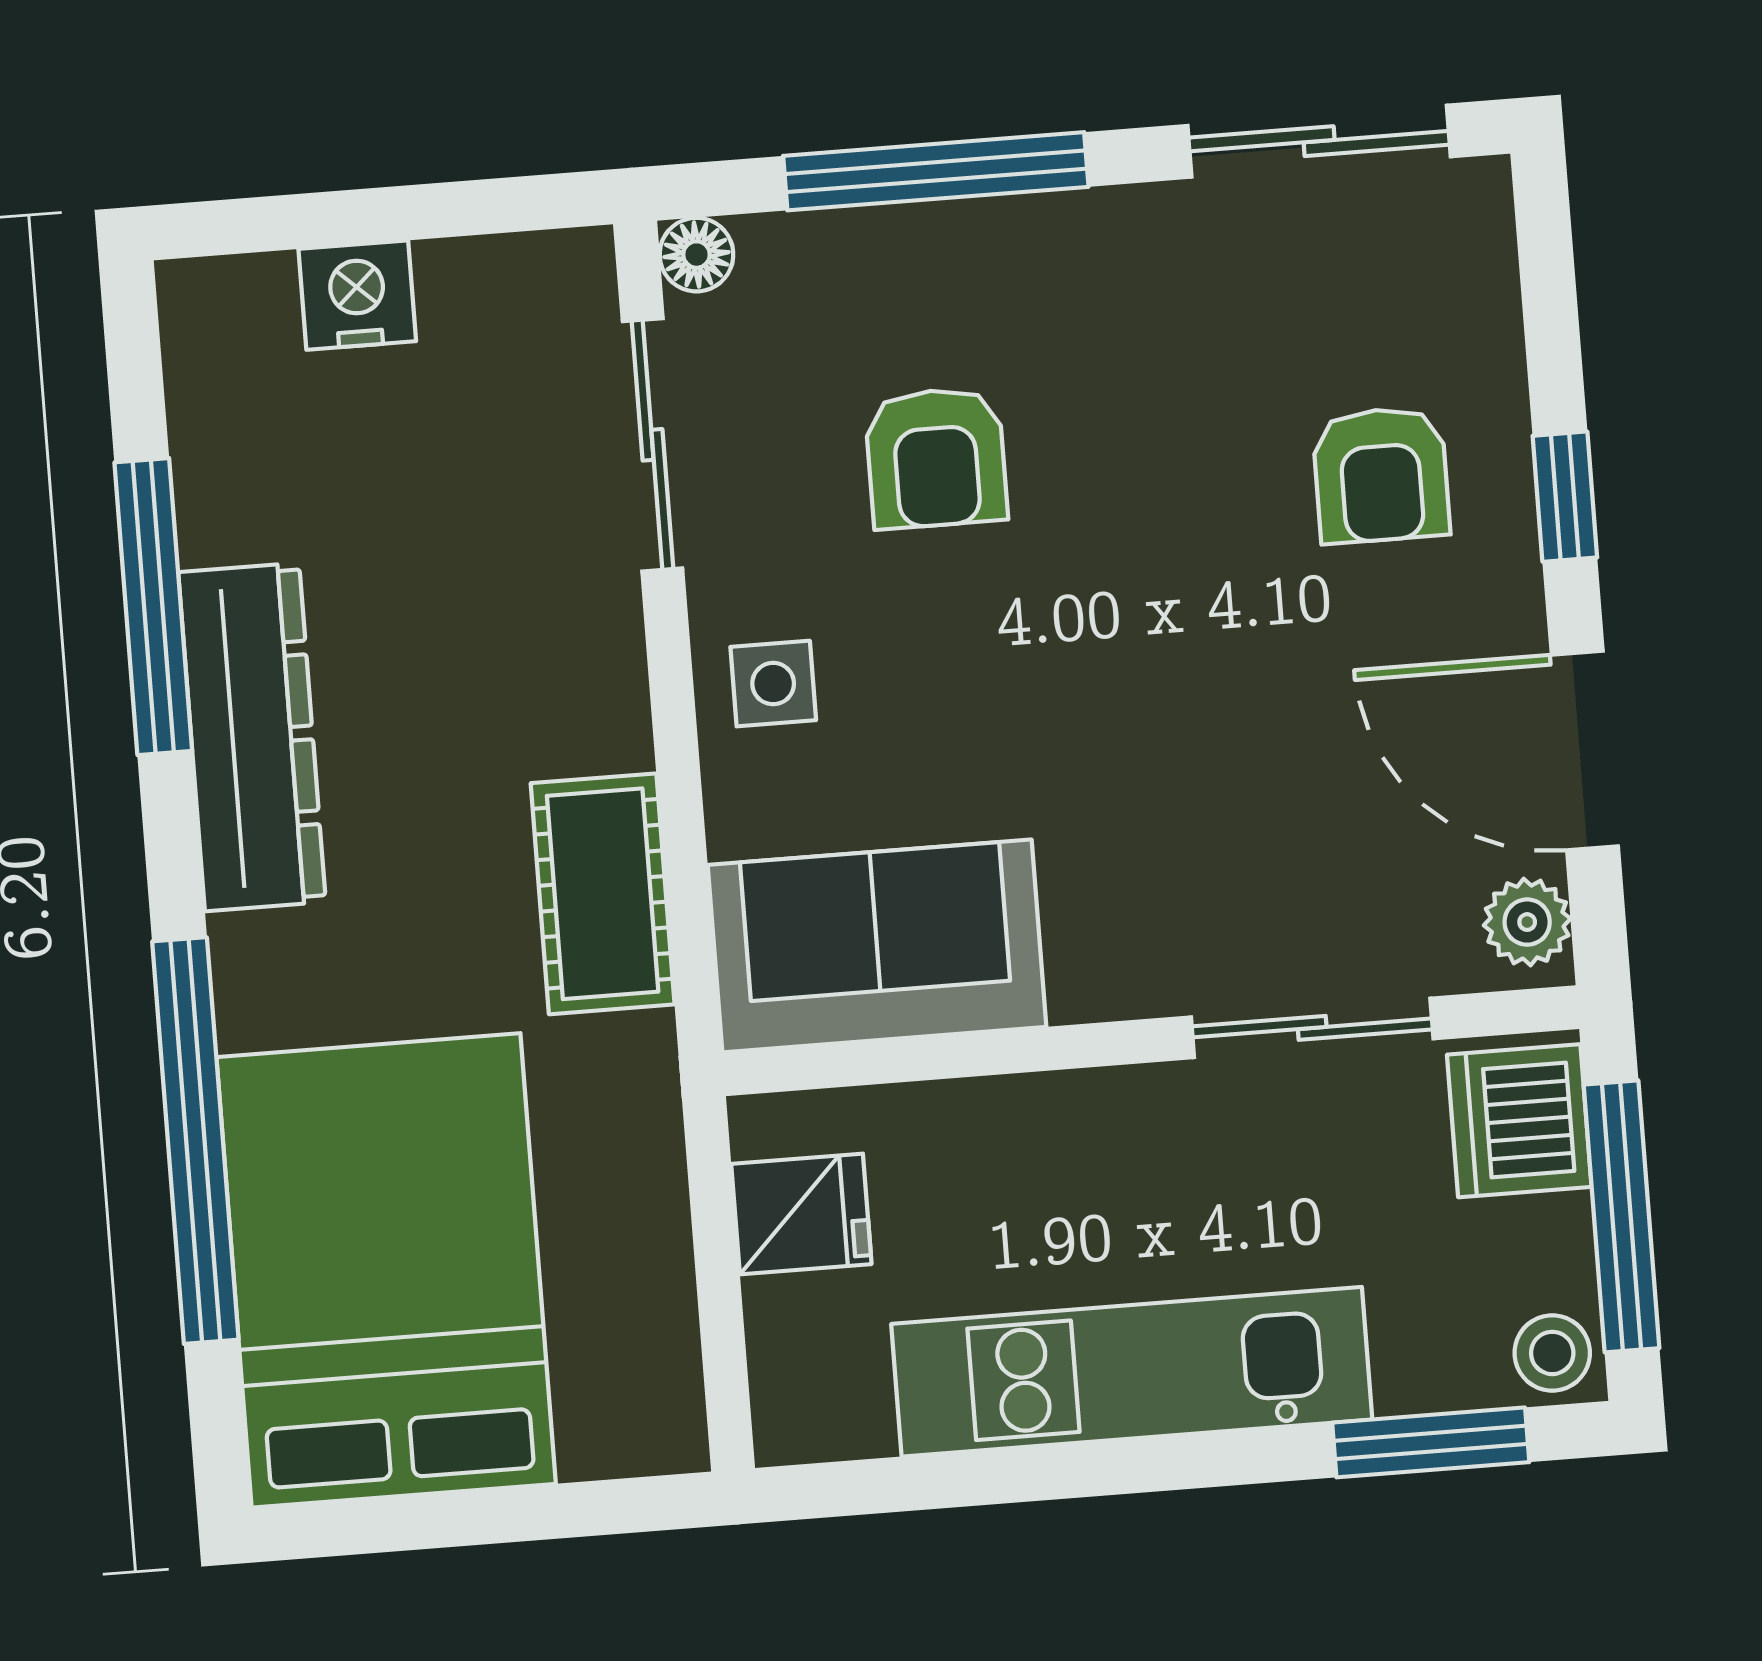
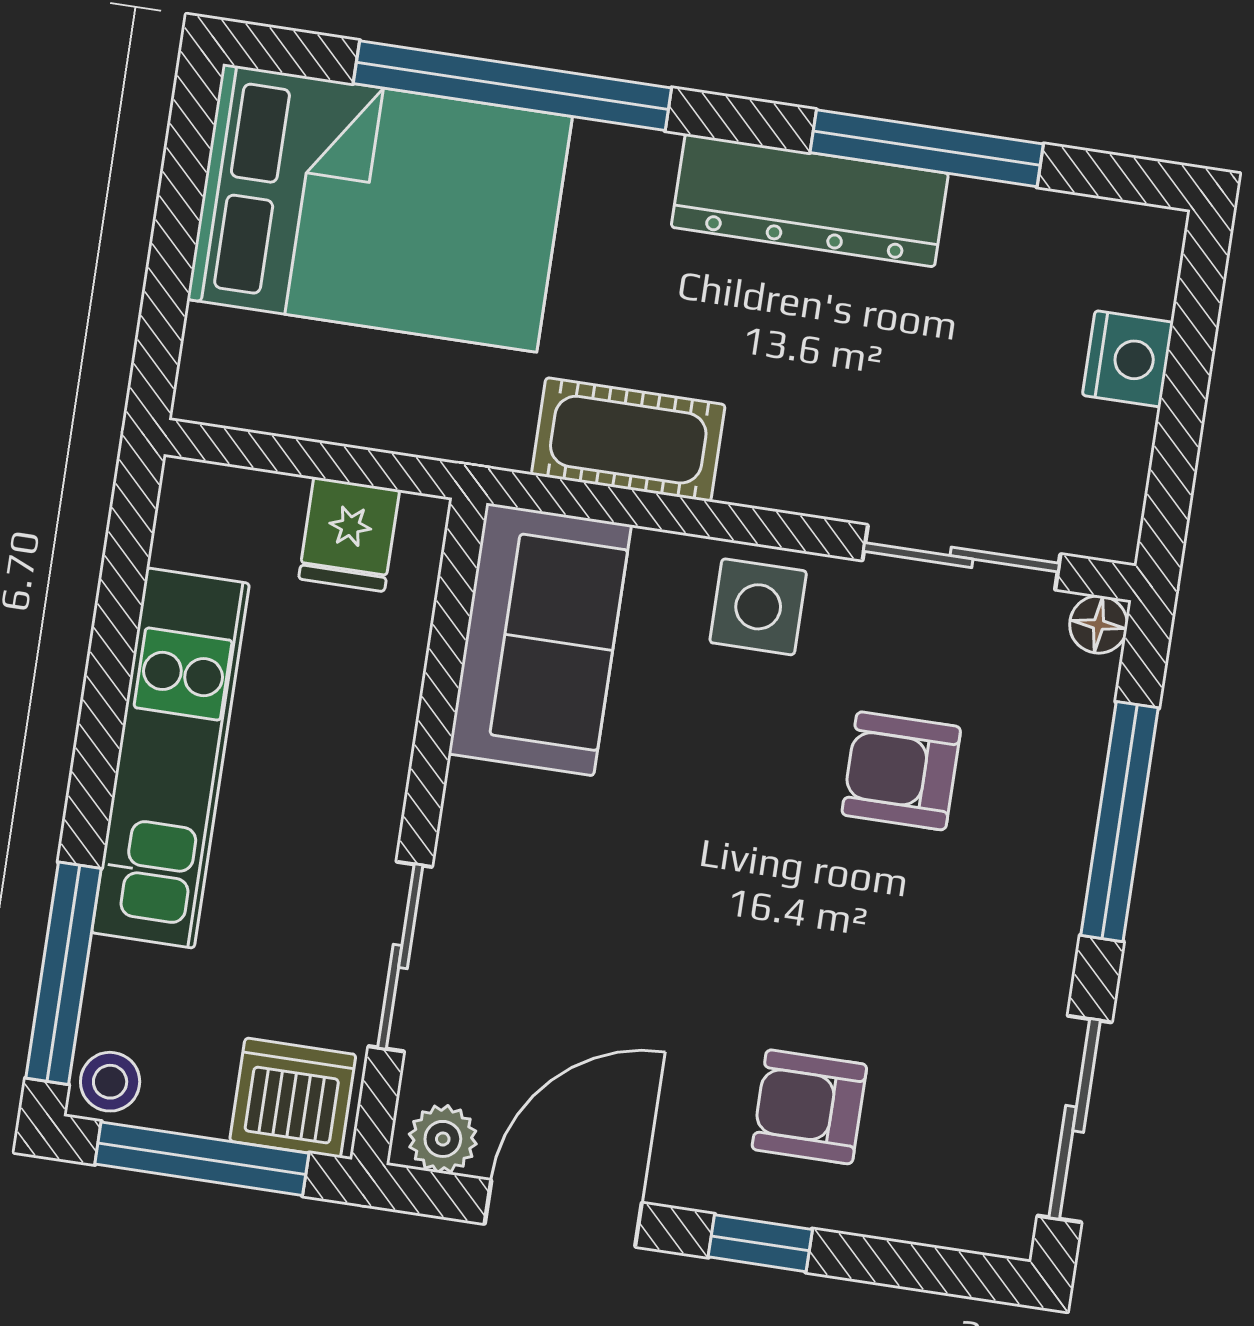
side table: (773, 684) -> (758, 607), width x1.37, depth x1.37
window: (1431, 1442) -> (63, 973), width x1.44

